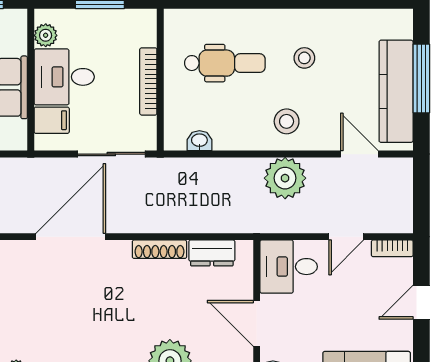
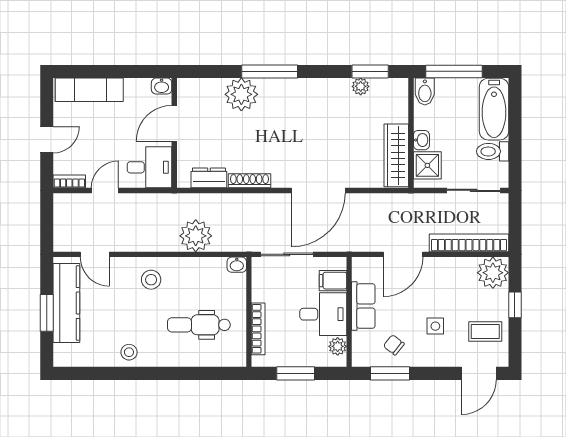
stool: (304, 58) -> (129, 352), moved
window: (421, 78) -> (47, 313), width x0.69
bookcase: (148, 81) -> (258, 329), moved
washbasin: (199, 141) -> (237, 265), moved
plant: (285, 178) -> (196, 236), moved
door: (257, 323) -> (174, 123), swing flipped

